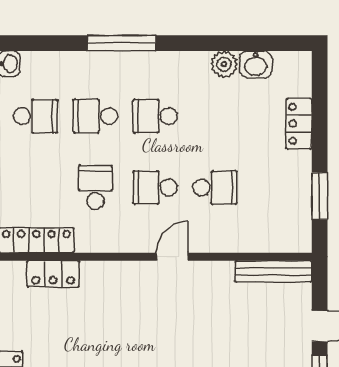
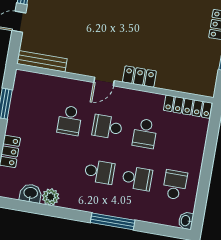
school desk: (36, 116) -> (175, 185), turned 90
school desk: (155, 187) -> (107, 127), turned 180
school desk: (215, 187) -> (70, 120), turned -90
locker: (53, 274) -> (139, 77), moved

